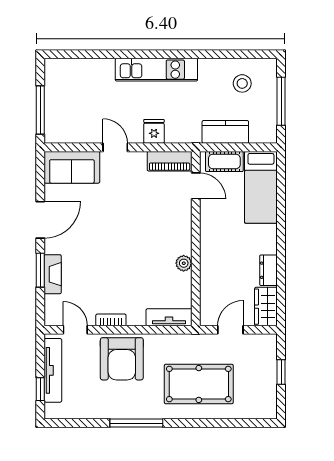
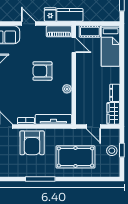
kitchen counter: (225, 132) -> (70, 15), moved
armchair: (140, 231) -> (42, 71), added
tv unit: (169, 317) -> (53, 119), width x1.41
door: (230, 330) -> (93, 126), swing flipped
stool: (263, 373) -> (112, 151), added

